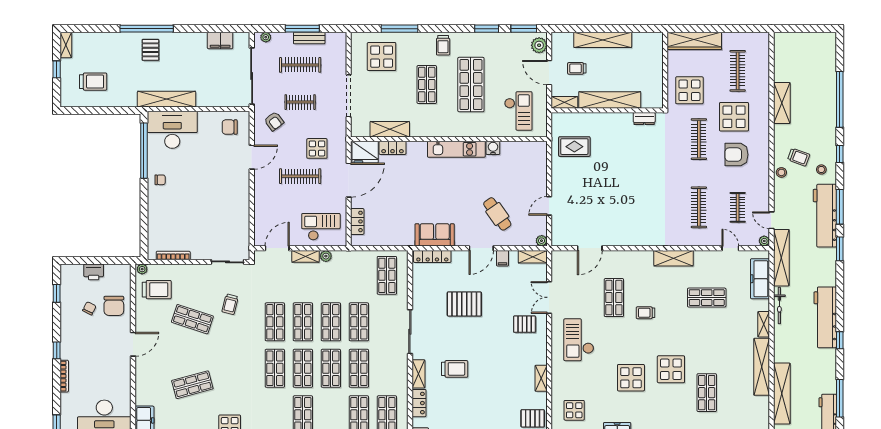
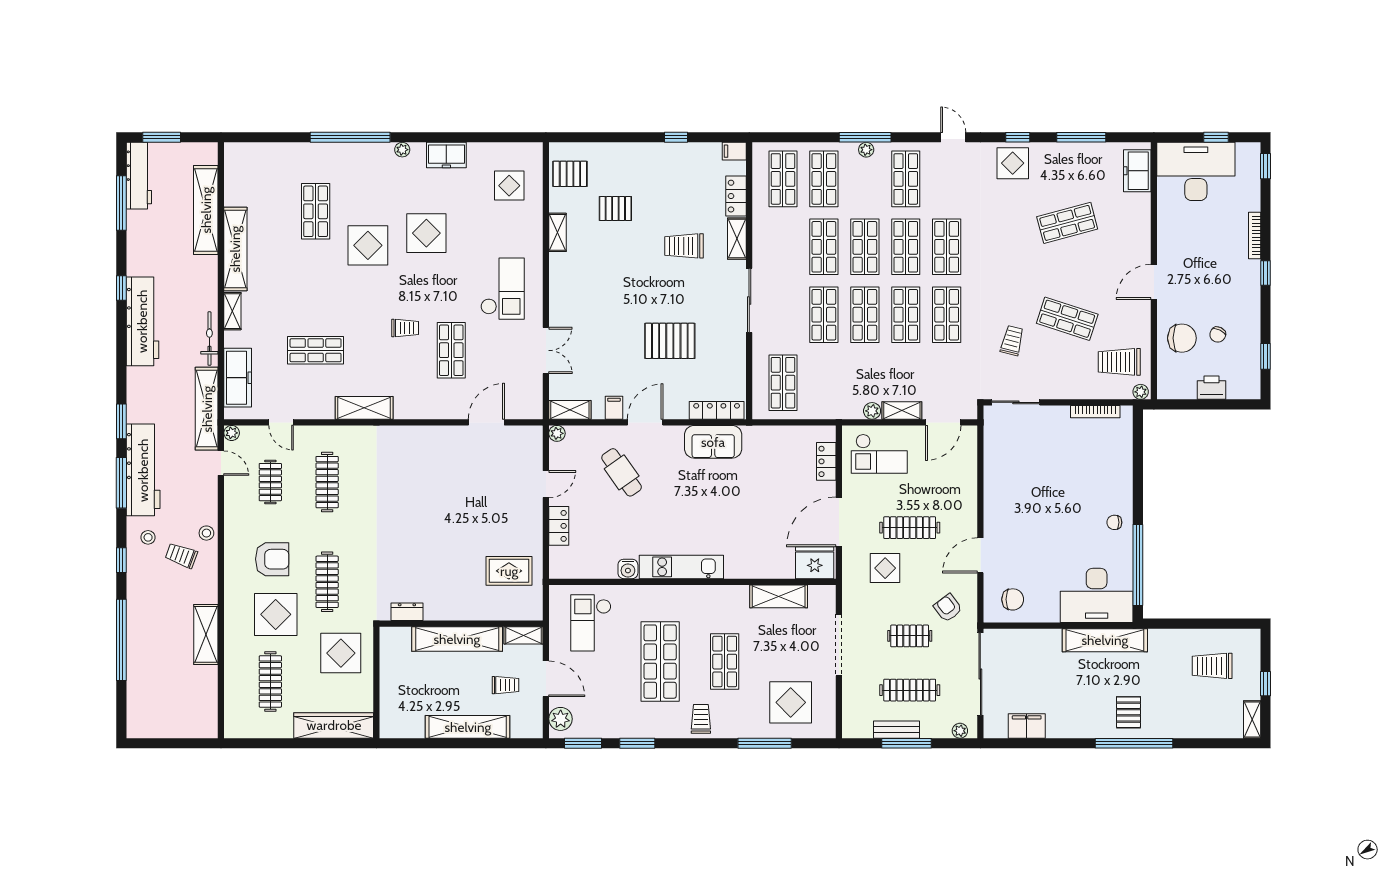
locker: (393, 148) -> (559, 526), moved, turned 90
chair: (114, 306) -> (1182, 338), turned 90
pallet: (525, 324) -> (615, 209), moved

